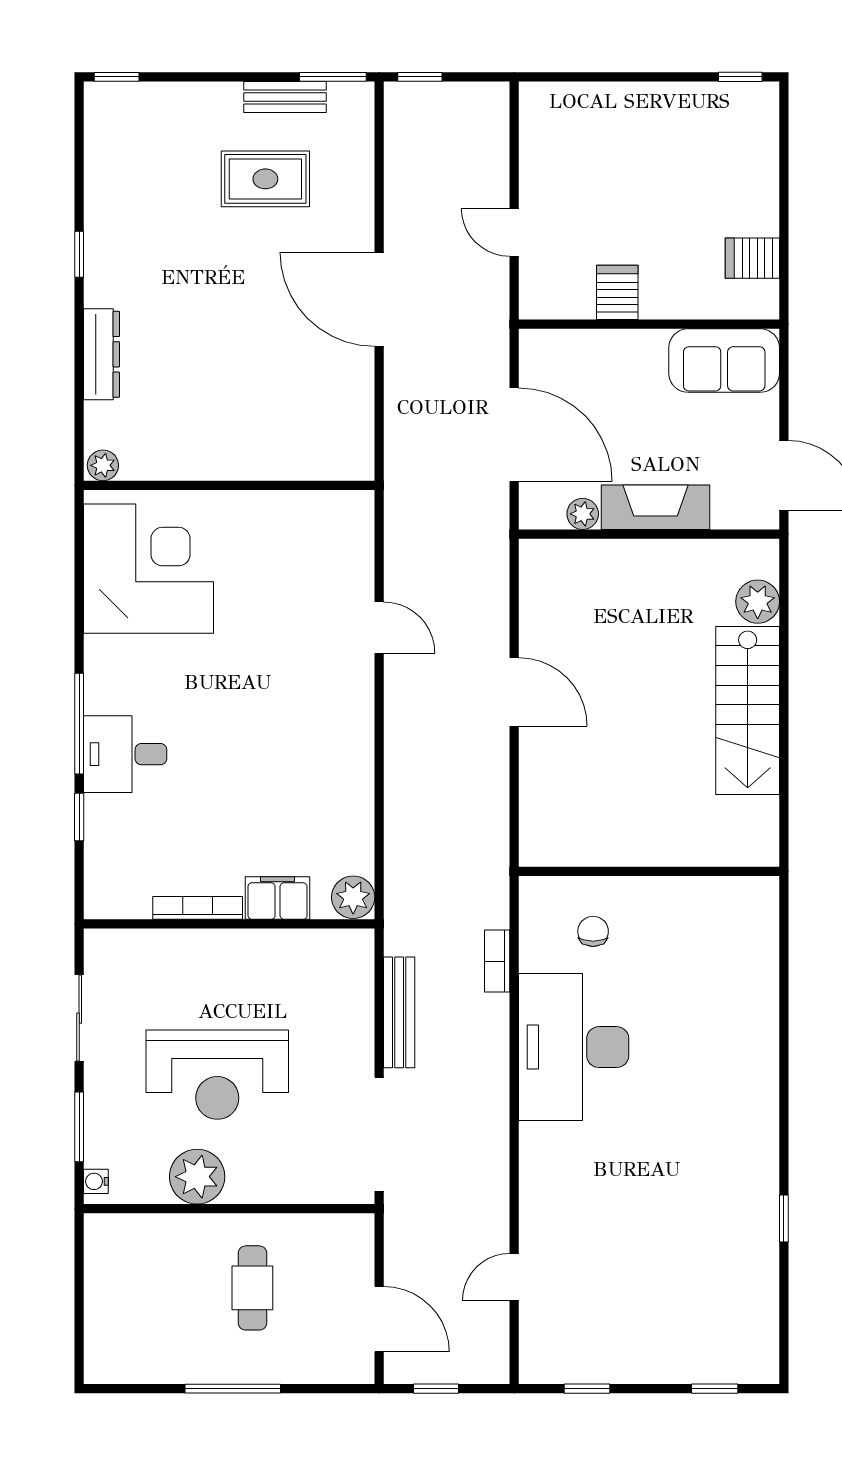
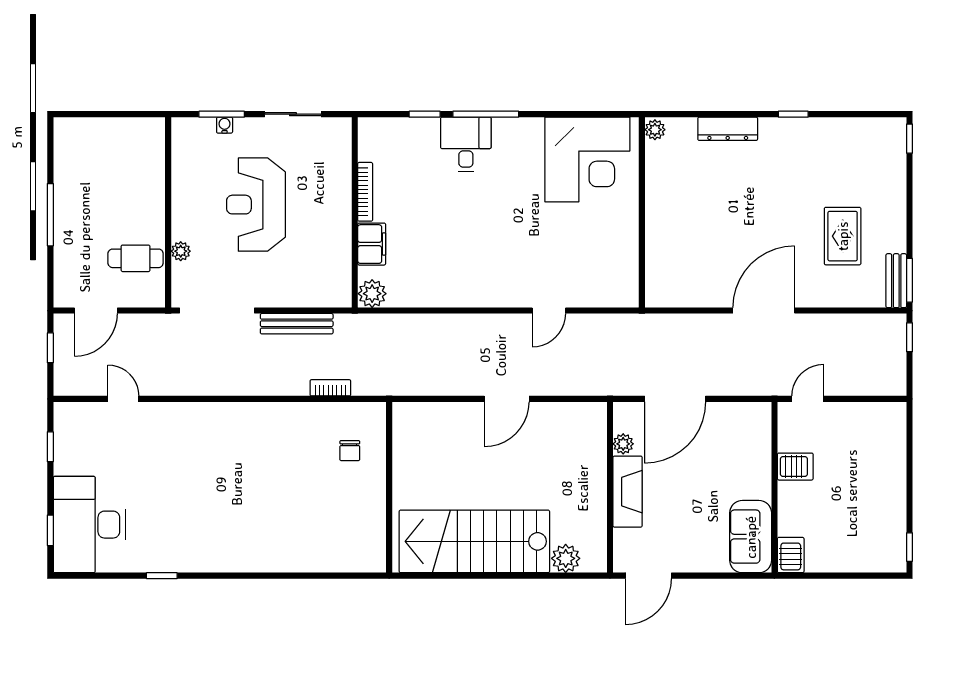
bench: (285, 97) -> (896, 281), moved
server rack: (617, 292) -> (795, 467), moved
wall: (649, 324) -> (774, 487), moved
sofa: (724, 361) -> (751, 537), moved
stairs: (748, 711) -> (474, 541), width x1.36, depth x1.51
chair: (593, 931) -> (350, 451), turned 90
desk: (574, 1047) -> (89, 525), moved, turned -90
plant: (197, 1177) -> (181, 251), moved, width x0.53, depth x0.53
water cooler: (96, 1181) -> (225, 125), moved
cafe table: (252, 1288) -> (136, 258), moved

